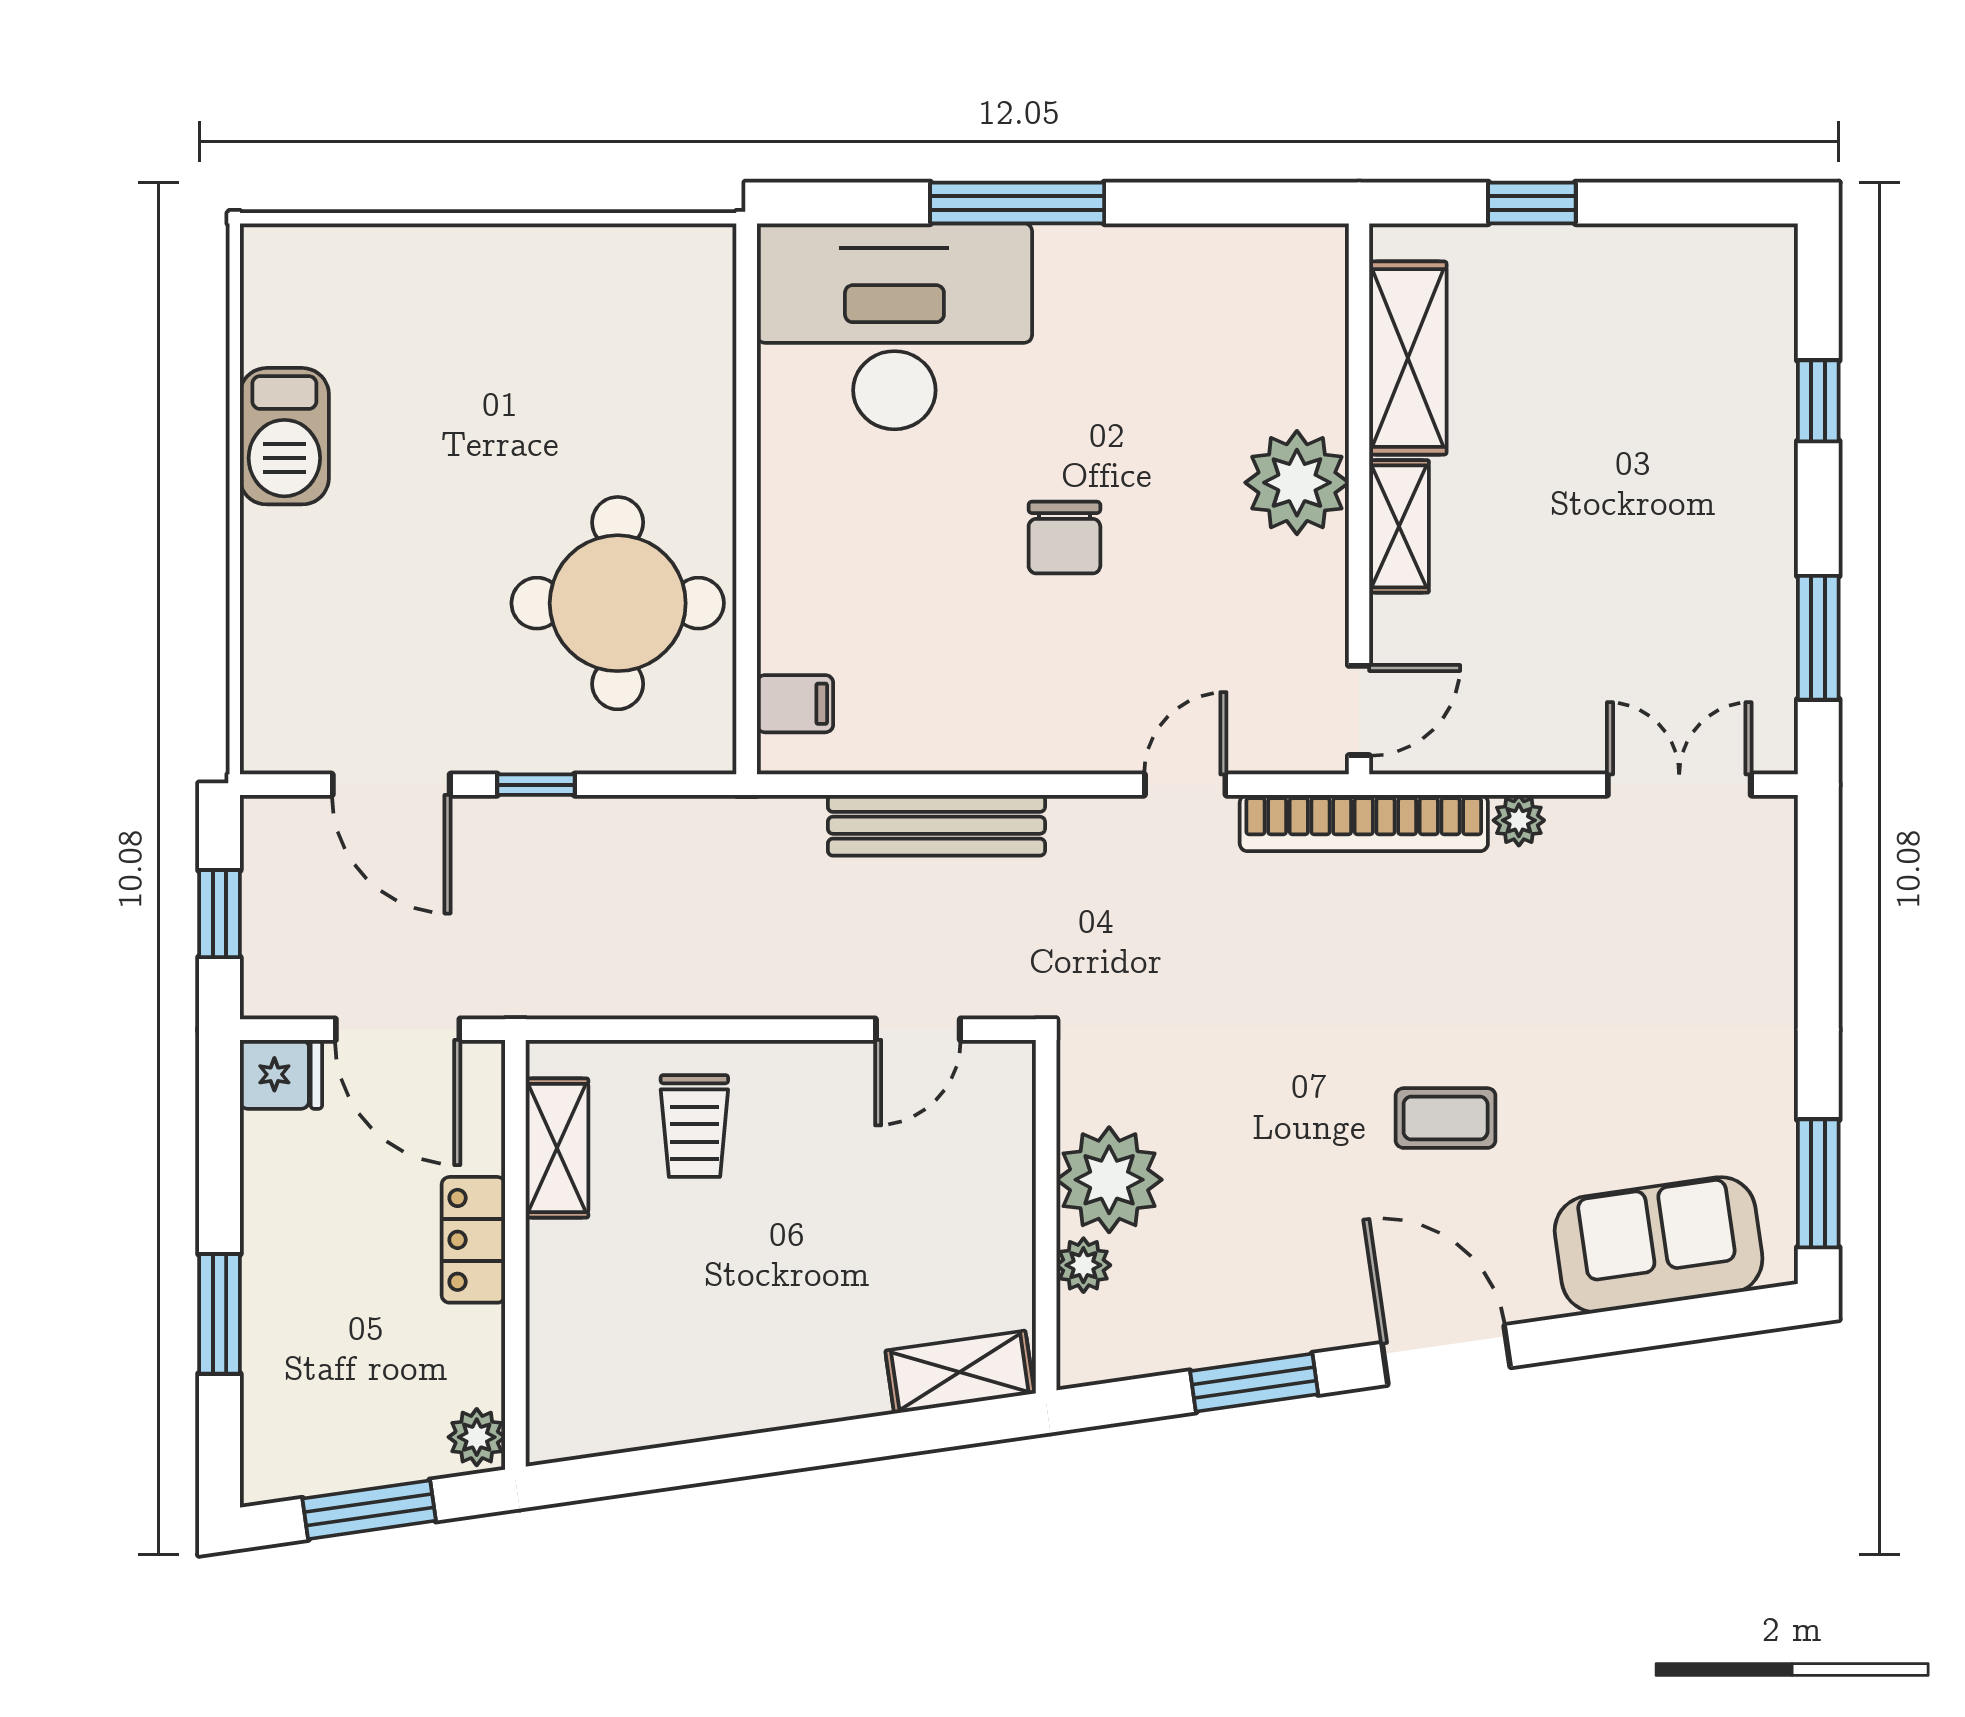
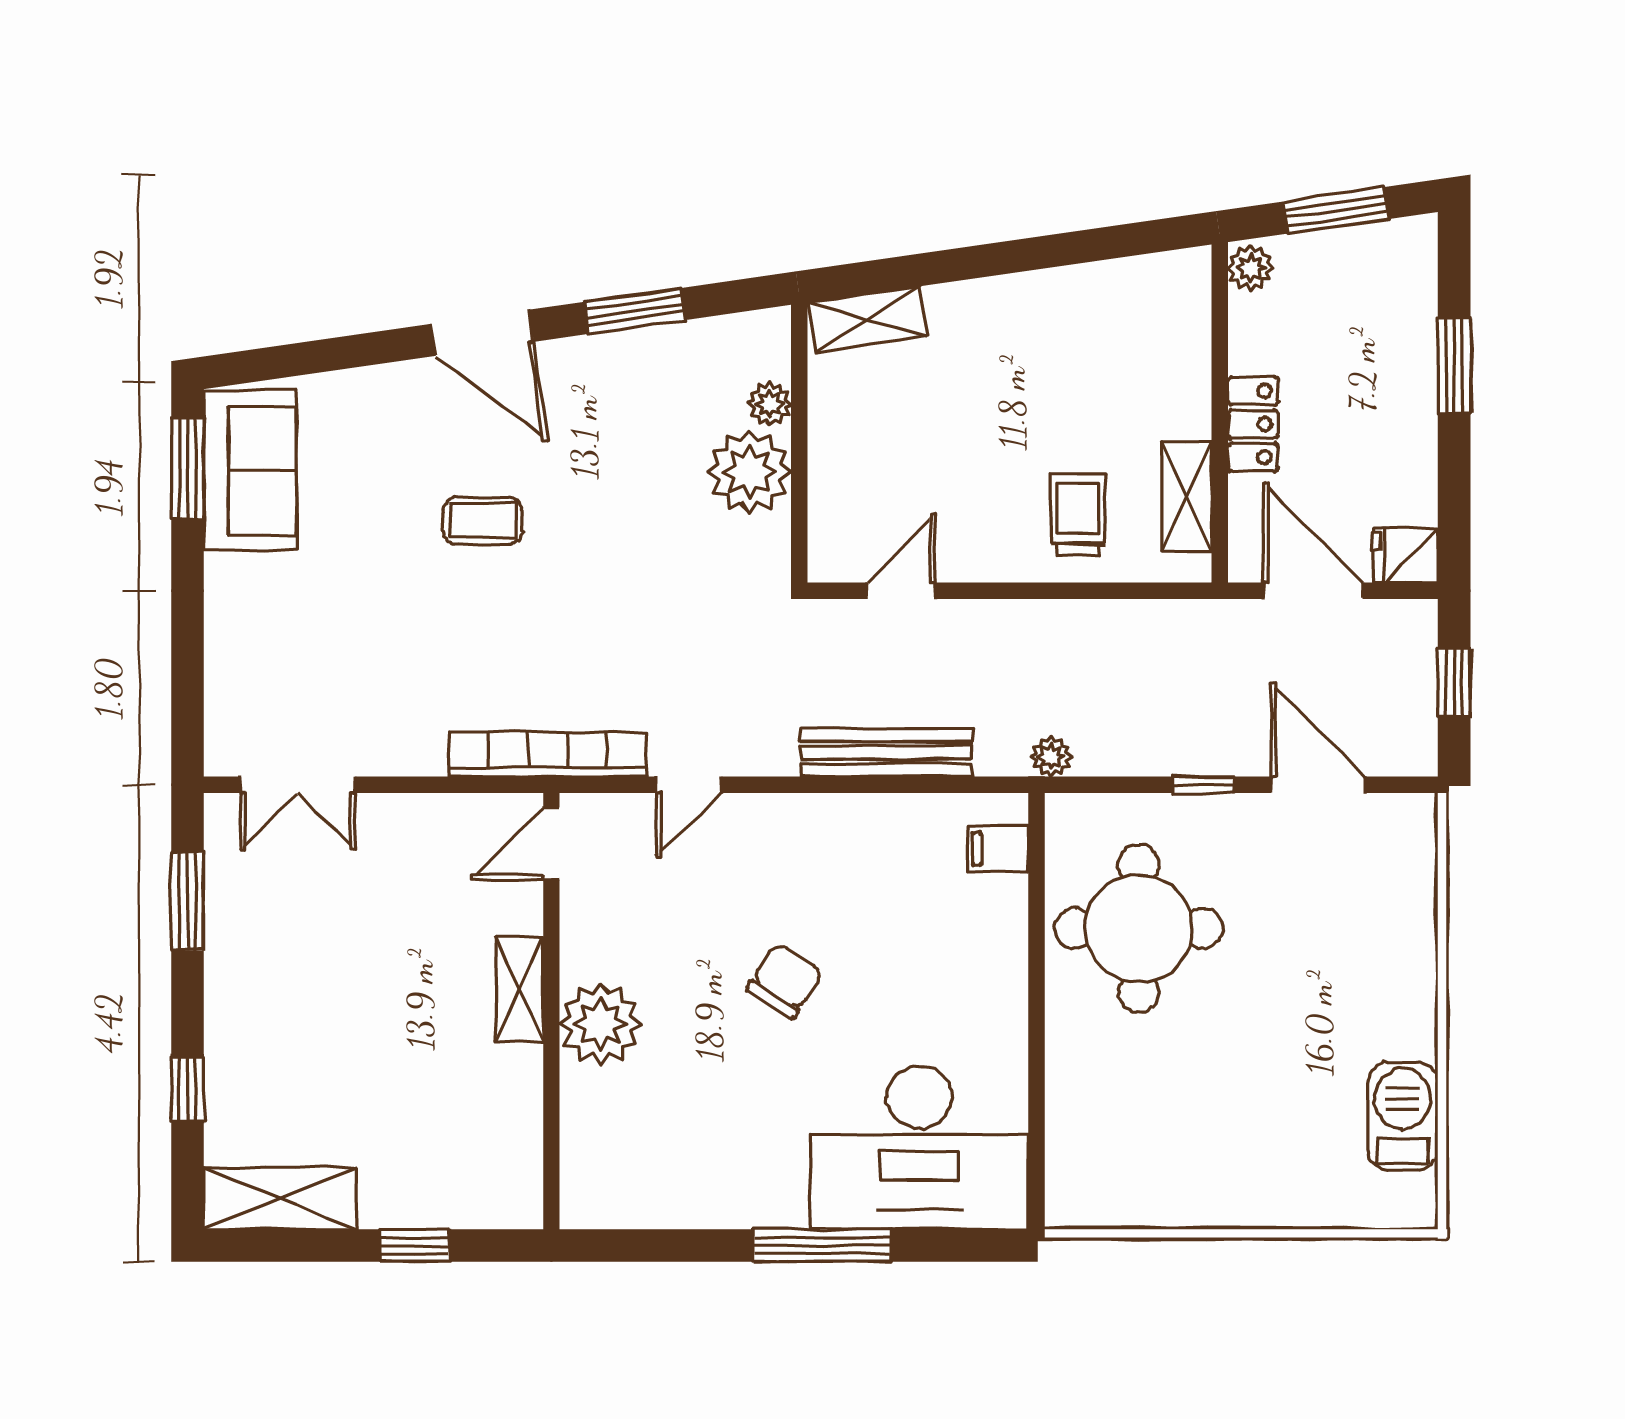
shelving: (1408, 358) -> (280, 1199), moved, turned 90
barbecue: (284, 436) -> (1403, 1116), moved
chair: (1064, 537) -> (785, 980), turned 33
plant: (1519, 820) -> (1051, 756), moved
sofa: (1659, 1245) -> (250, 470), moved, turned -82

